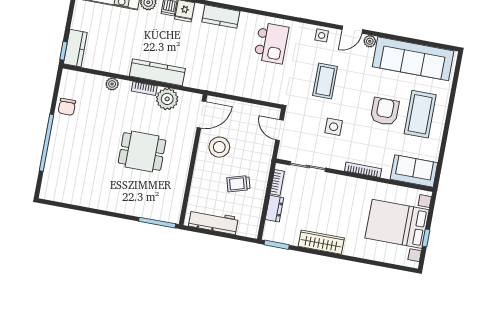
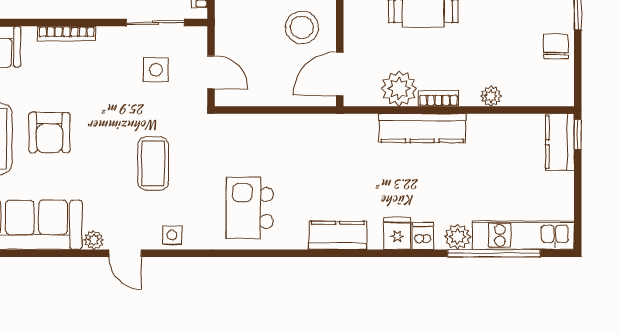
door: (352, 30) -> (125, 253), swing flipped
side table: (334, 127) -> (156, 70), moved

